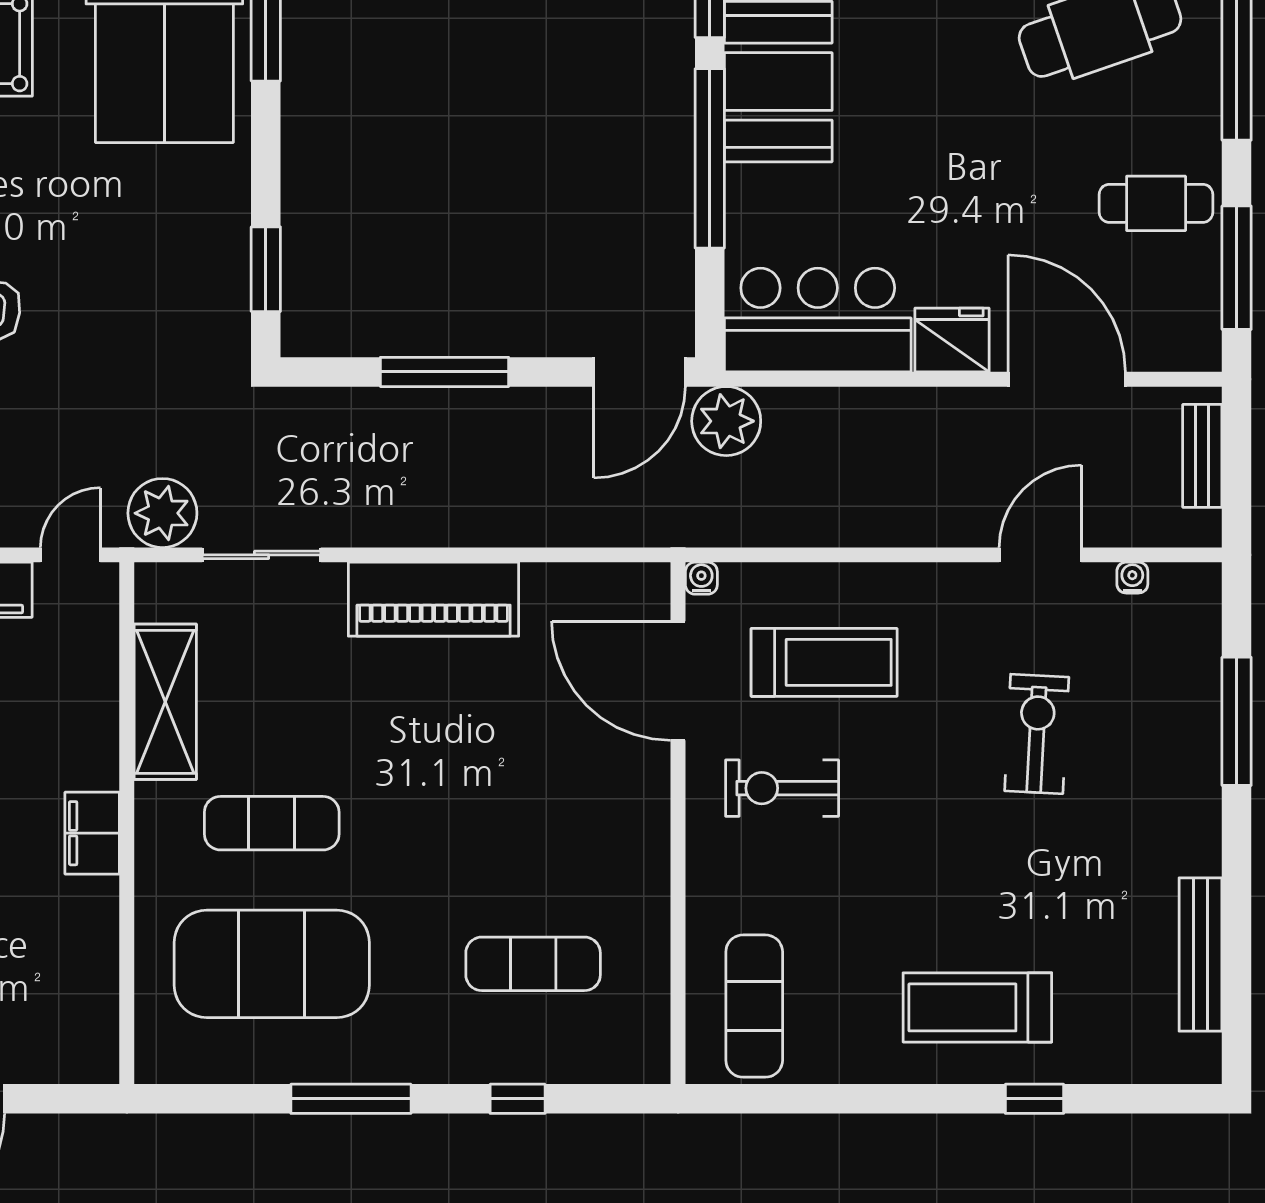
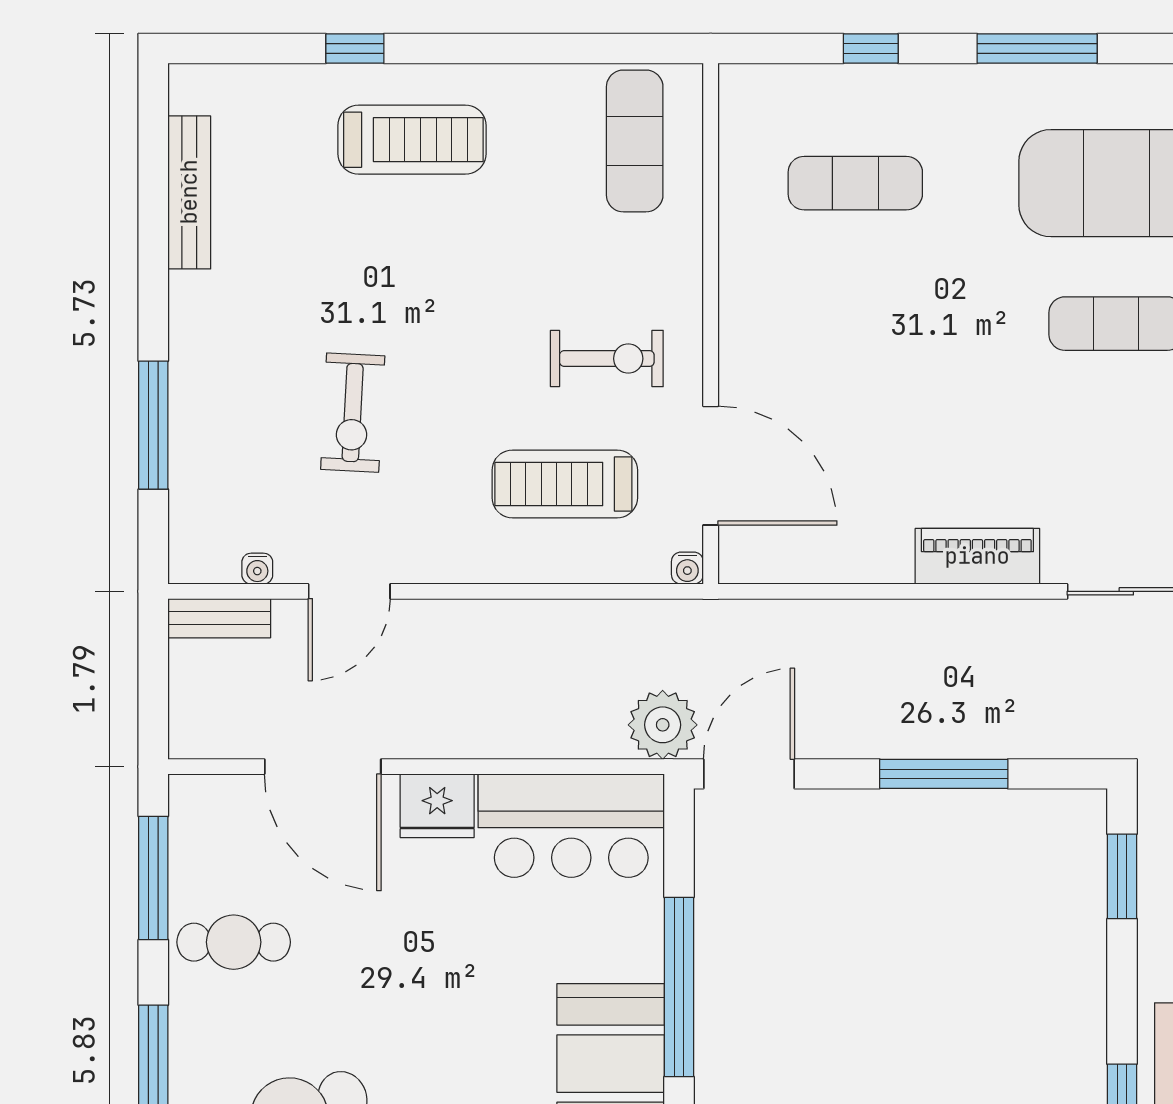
bench: (1202, 456) -> (219, 618), moved, turned 90
piano: (434, 599) -> (977, 556), width x0.73, depth x0.75

